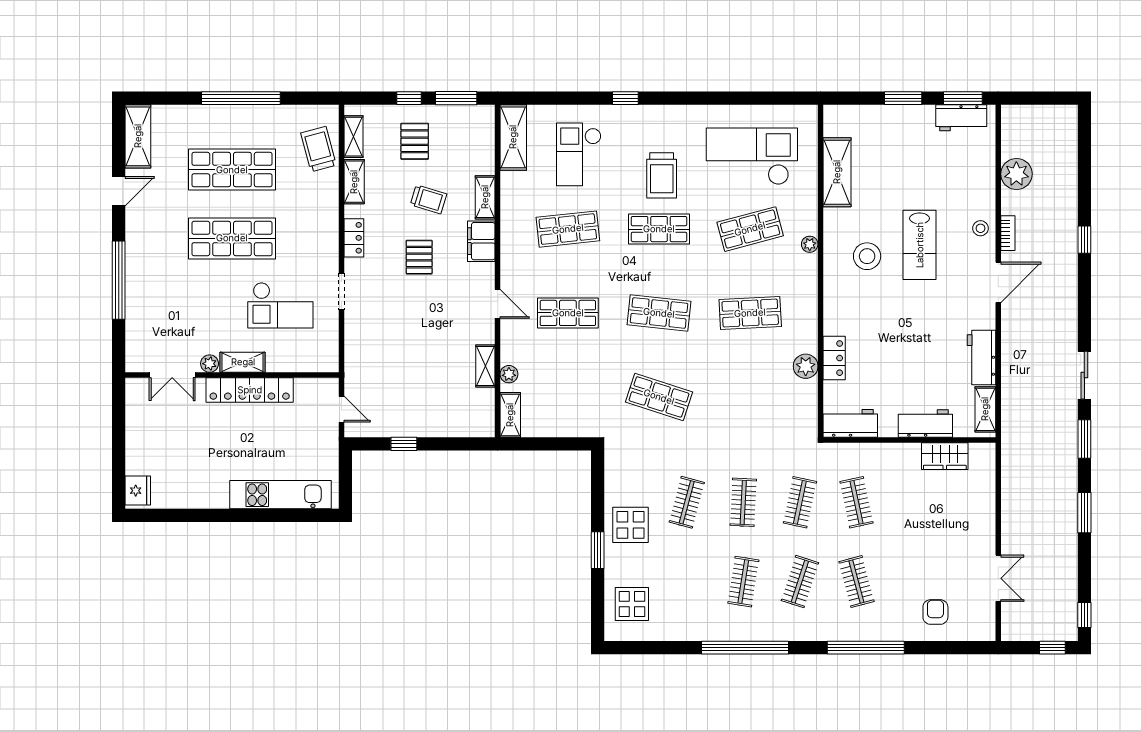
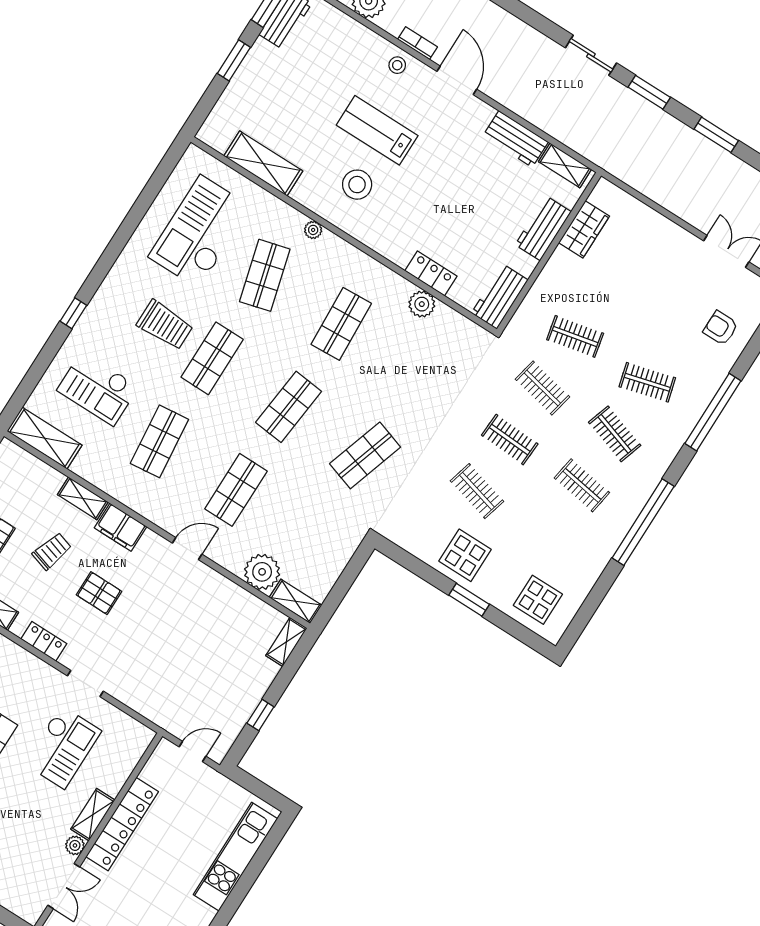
lab bench: (920, 245) -> (377, 130), turned 180
shelving: (485, 366) -> (286, 642), moved, turned 90
plant: (509, 374) -> (262, 572), width x1.88, depth x1.88

